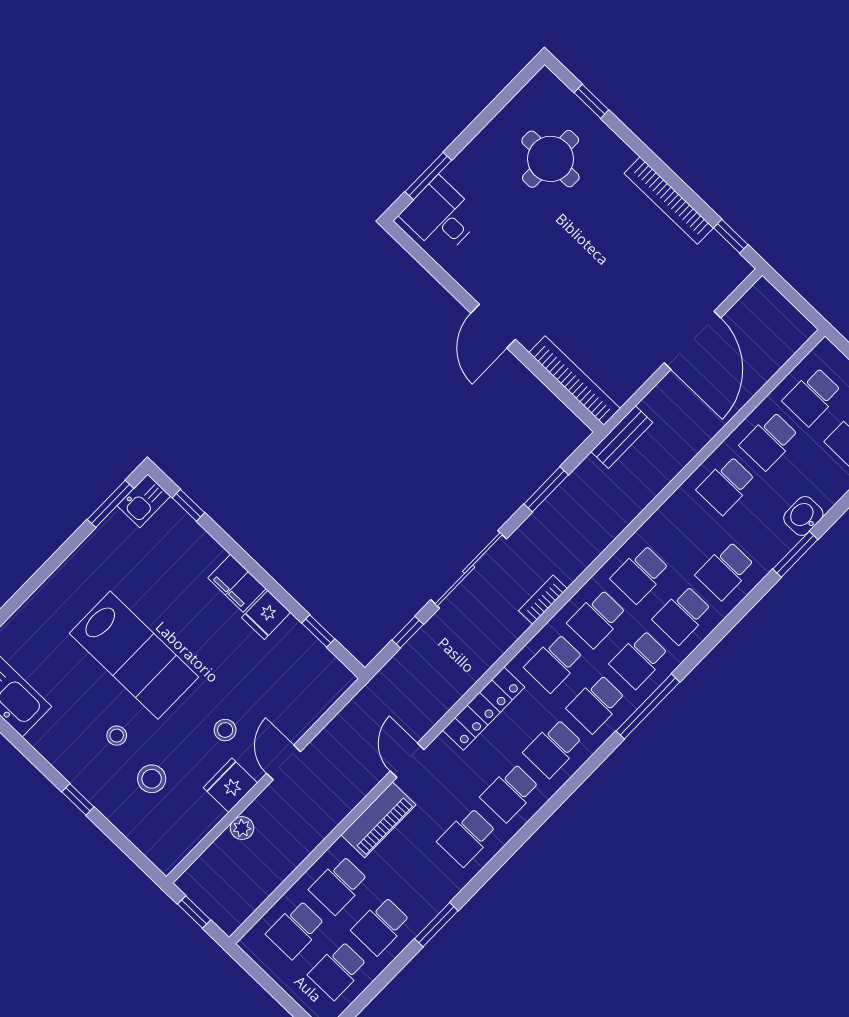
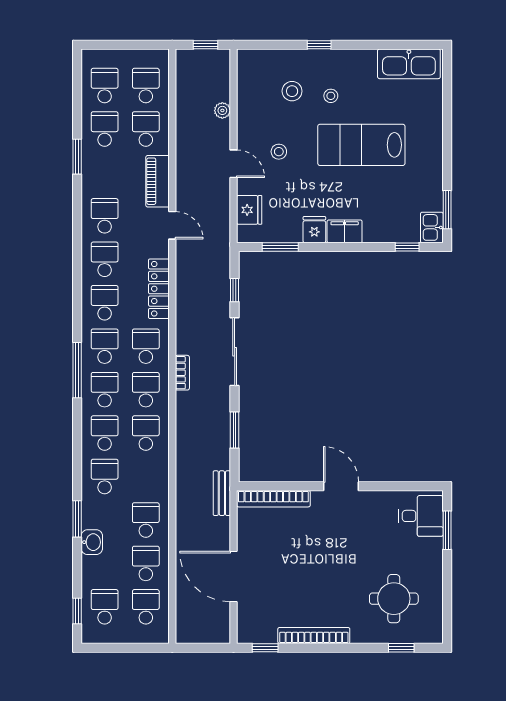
window: (318, 631) -> (280, 247), width x1.50
fridge: (230, 785) -> (249, 210), moved

